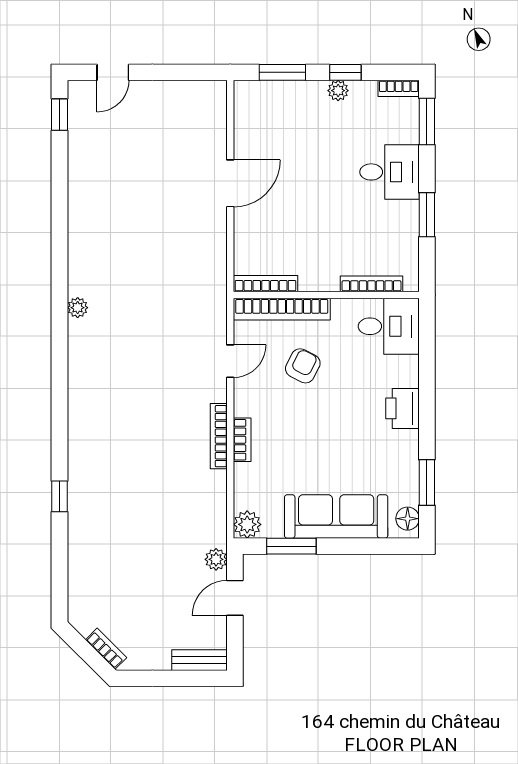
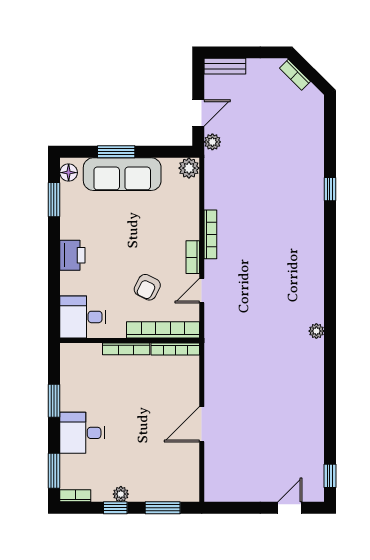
bookcase: (371, 284) -> (126, 349), moved
bookcase: (242, 440) -> (193, 257), moved
window: (291, 546) -> (116, 152), moved

